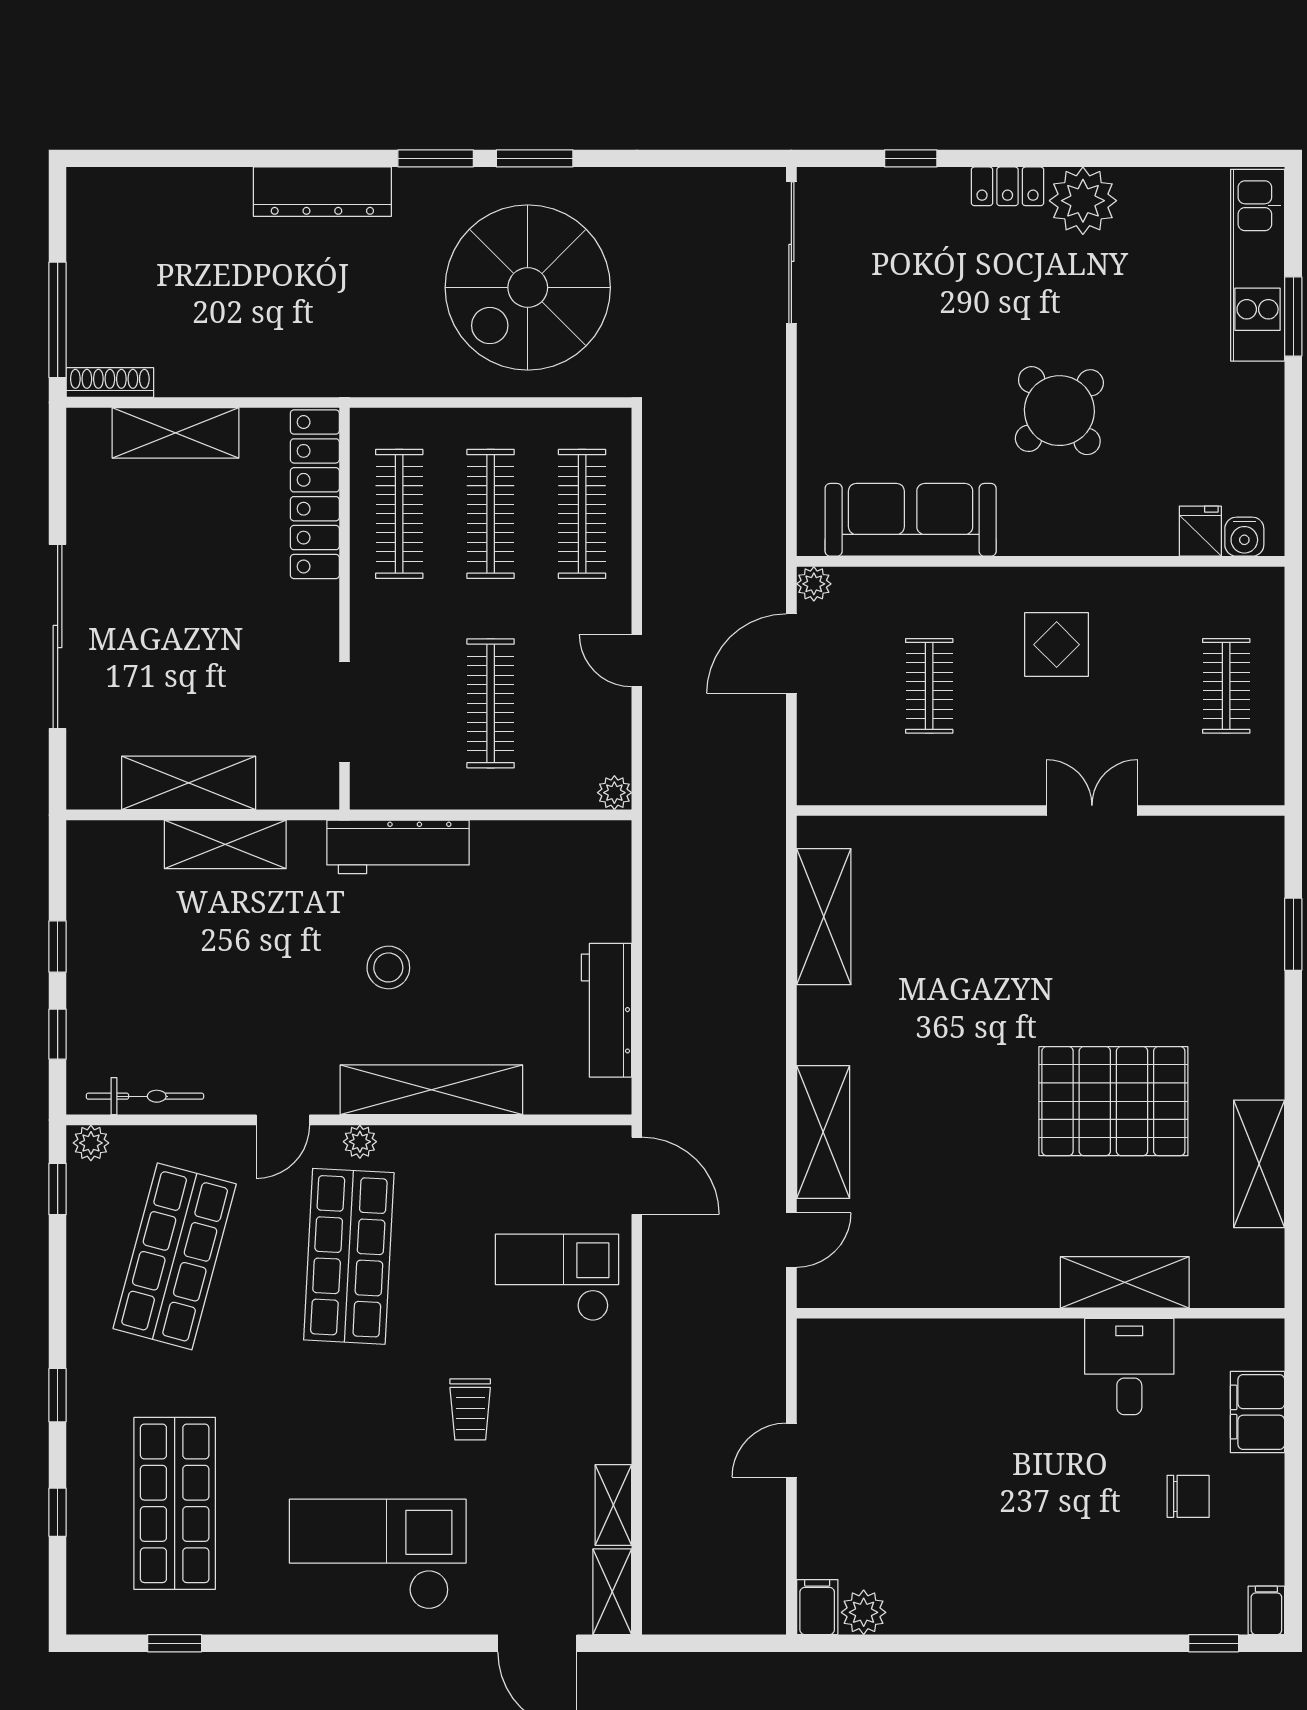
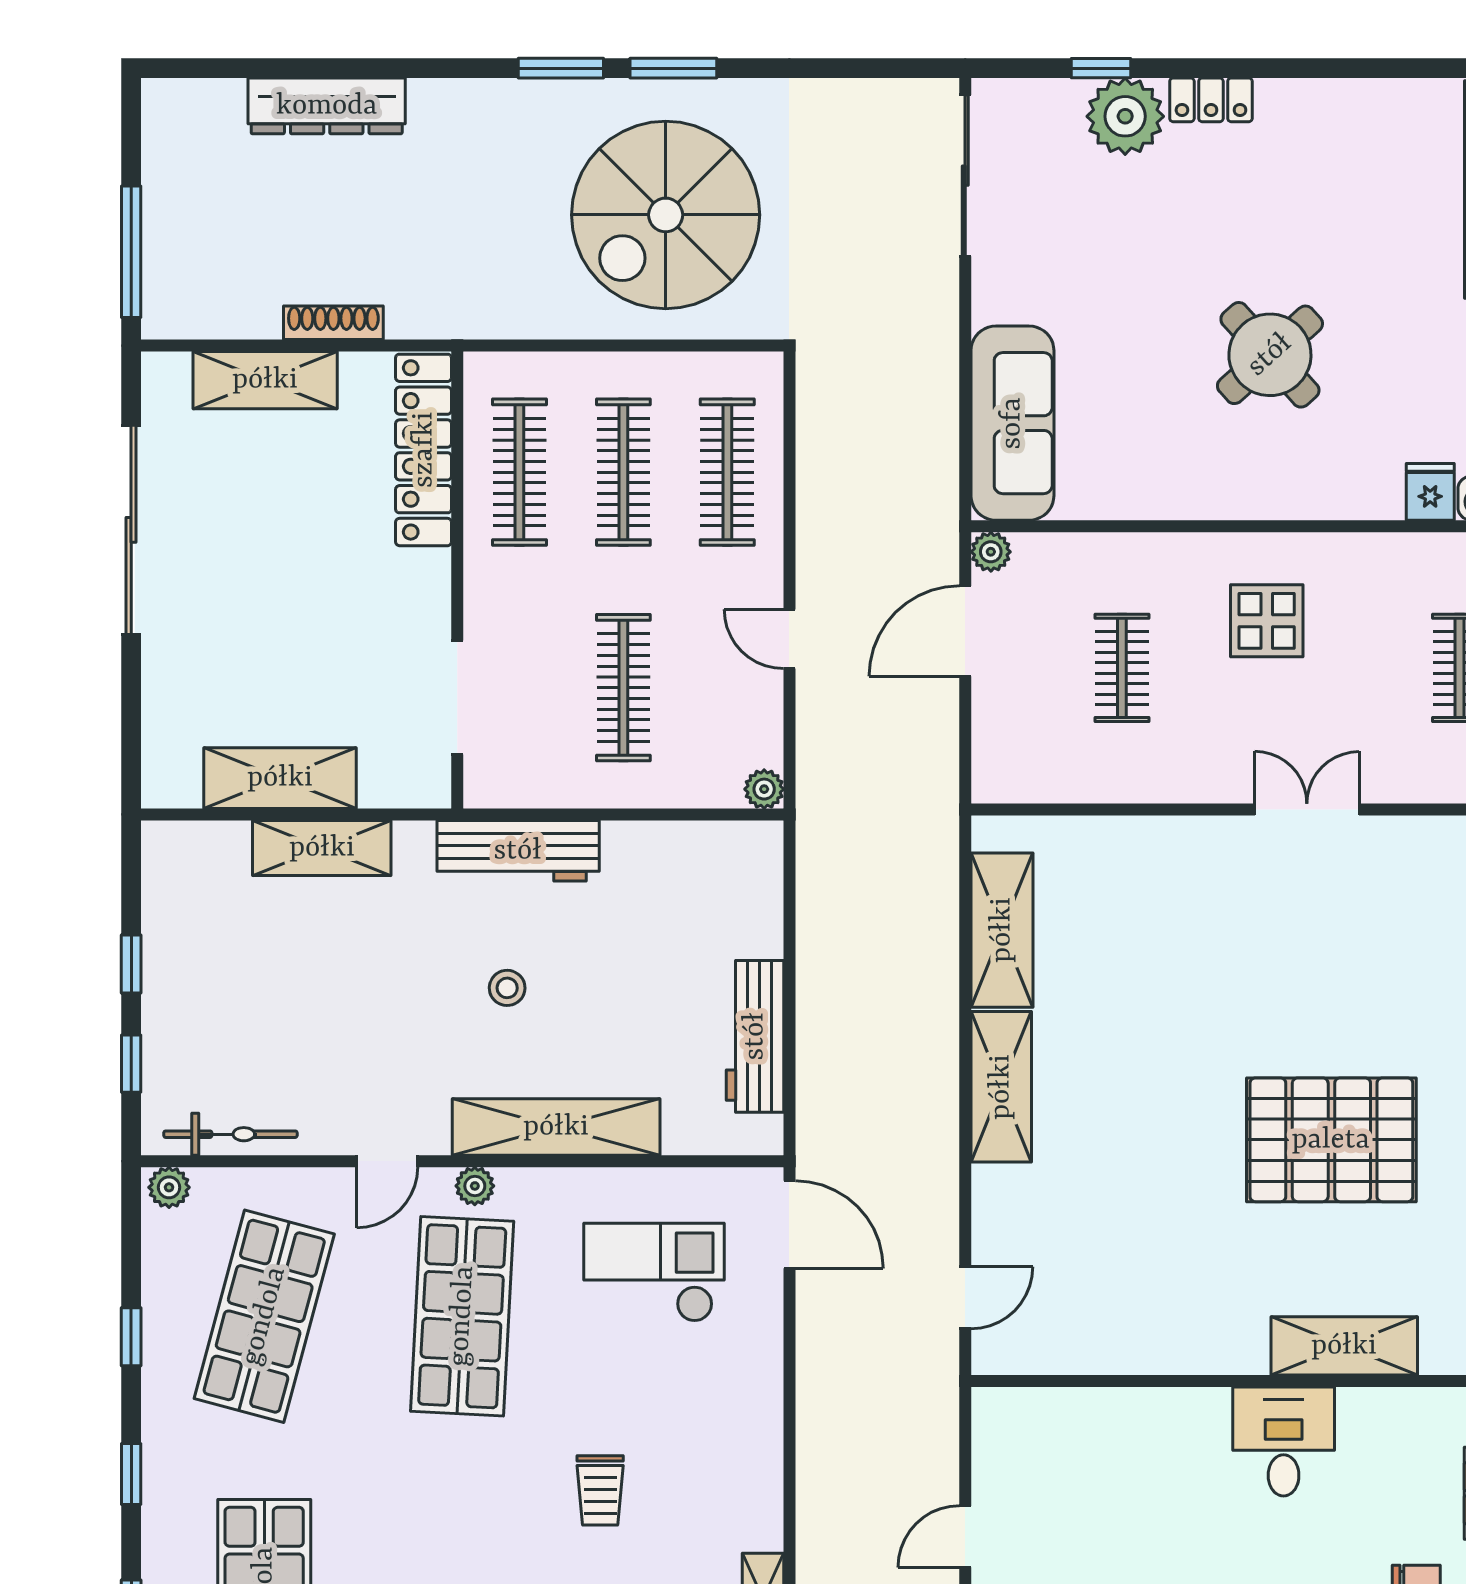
dresser: (322, 192) -> (327, 106), moved
plant: (1083, 201) -> (1125, 116), moved
shoe rack: (110, 382) -> (333, 323), moved
sofa: (911, 520) -> (1012, 423), moved, turned 90
sliding door: (58, 636) -> (131, 530), moved
stool: (388, 967) -> (507, 988), width x0.73, depth x0.73
shelving: (823, 1132) -> (1001, 1087), moved
window: (58, 1189) -> (131, 1337), moved
checkout: (557, 1278) -> (654, 1272), moved
desk: (1129, 1367) -> (1284, 1442), moved

